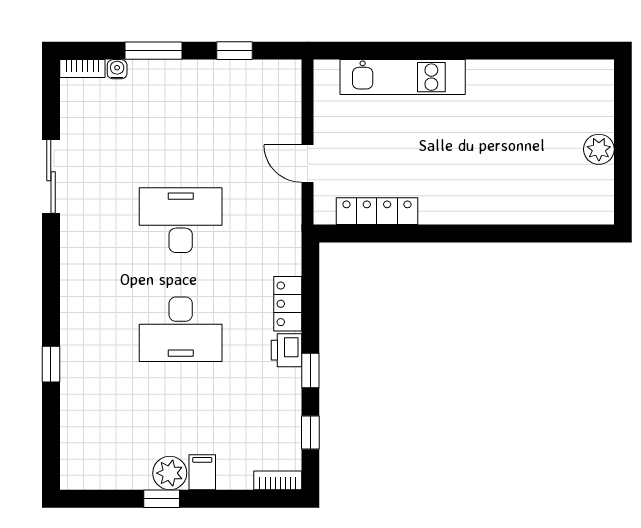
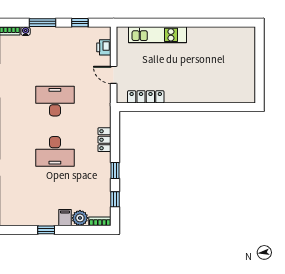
plant: (599, 149) -> (248, 68), removed
printer: (286, 350) -> (104, 47), moved
plant: (170, 473) -> (80, 218), moved

